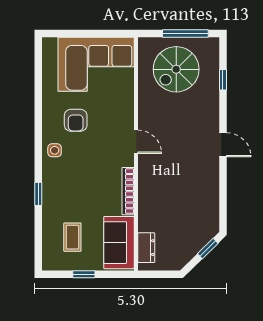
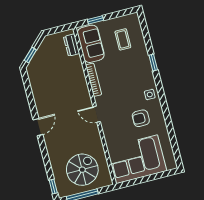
window: (223, 80) -> (53, 186), moved
armchair: (76, 120) -> (141, 118), turned -90
door: (223, 145) -> (38, 127), swing flipped
window: (84, 274) -> (96, 20), moved

